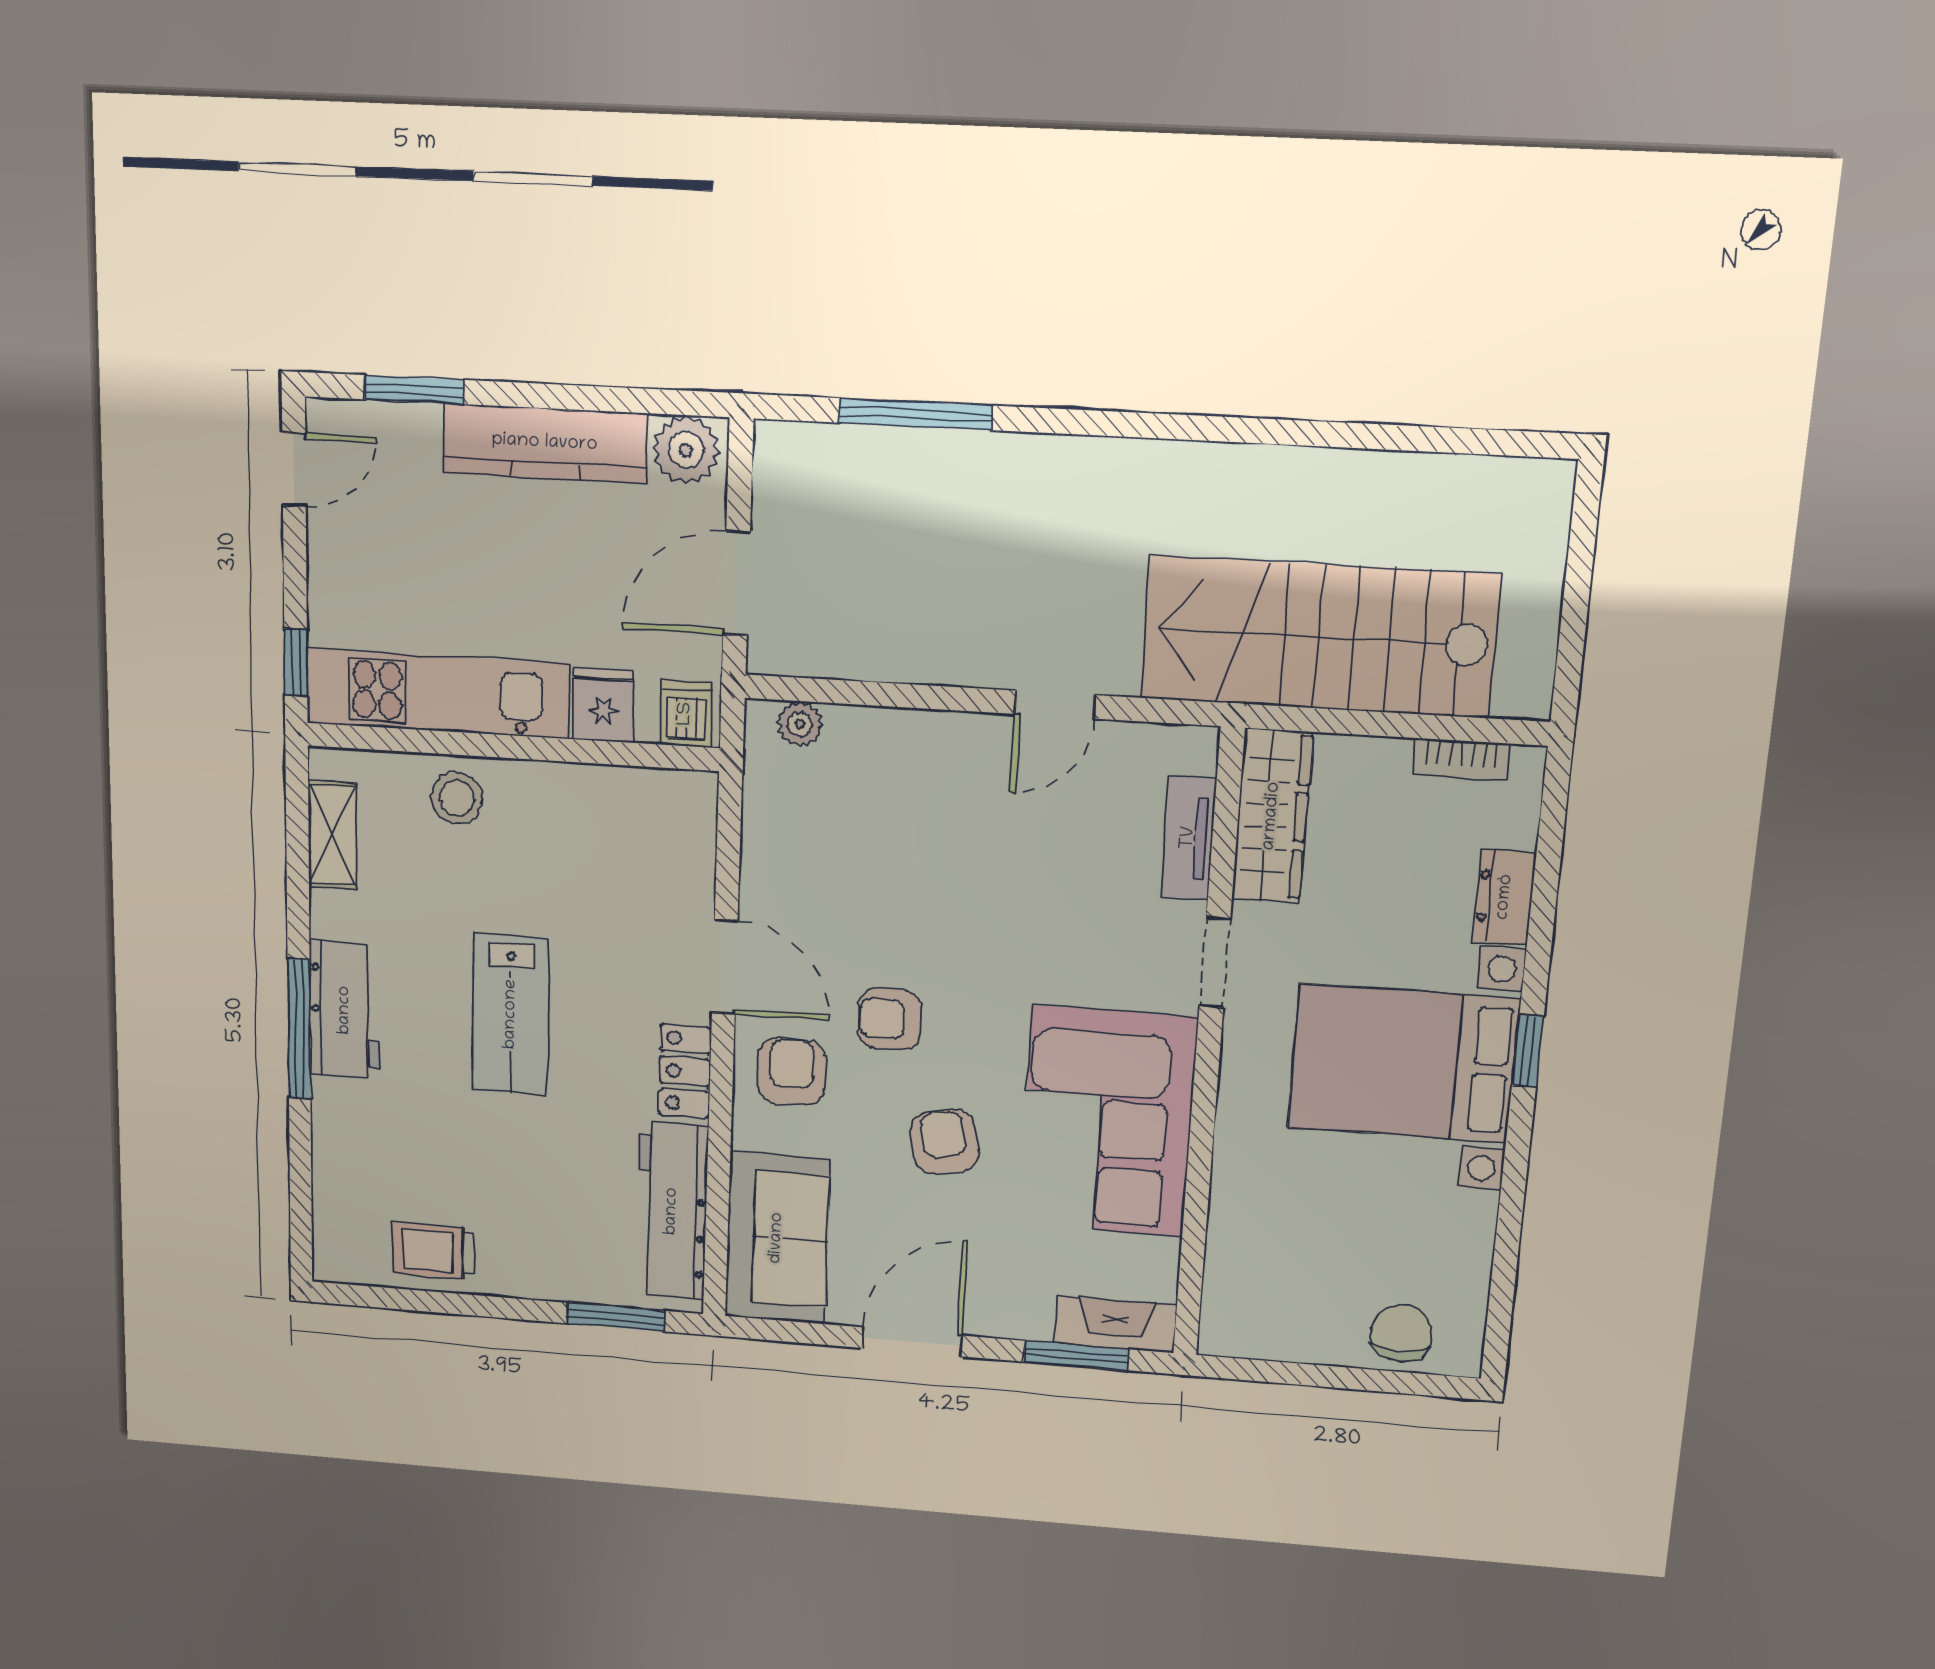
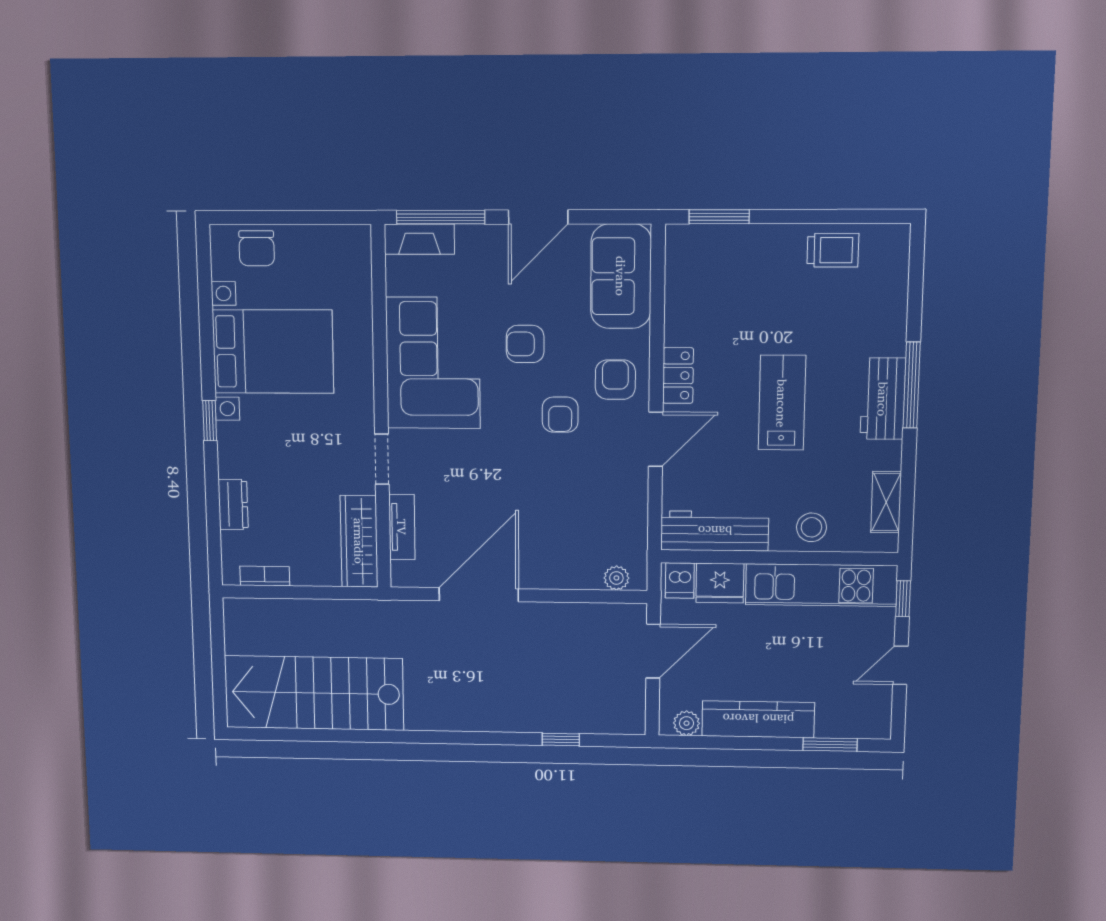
window: (915, 414) -> (561, 740), width x0.46
plant: (686, 450) -> (687, 723), width x0.73, depth x0.73
door: (294, 470) -> (900, 665), moved
stairs: (1319, 637) -> (314, 693), moved, turned 180
fridge: (603, 705) -> (720, 583), width x1.38
door: (1055, 705) -> (479, 595), width x1.88
door: (725, 967) -> (656, 439), swing flipped
armchair: (889, 1019) -> (560, 415), turned 90
bed with nightstands: (1403, 1063) -> (273, 352), moved
armchair: (792, 1072) -> (615, 380), turned 180
armchair: (945, 1142) -> (525, 344), turned 102
workbench: (672, 1211) -> (715, 531), moved, turned -90
window: (1076, 1355) -> (441, 217), width x1.44

